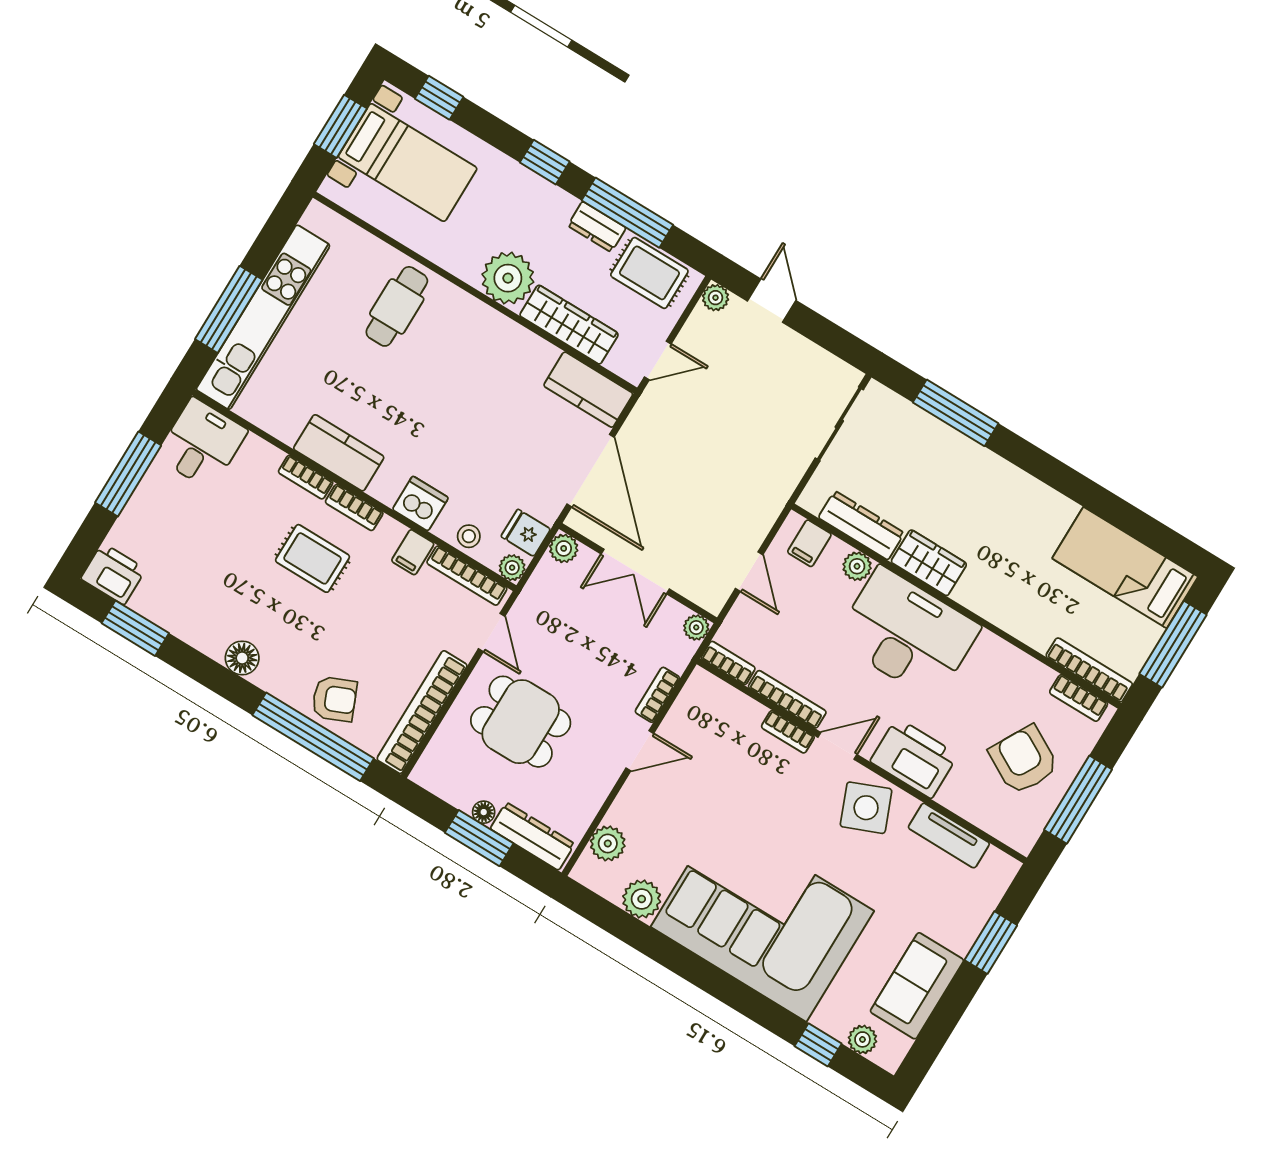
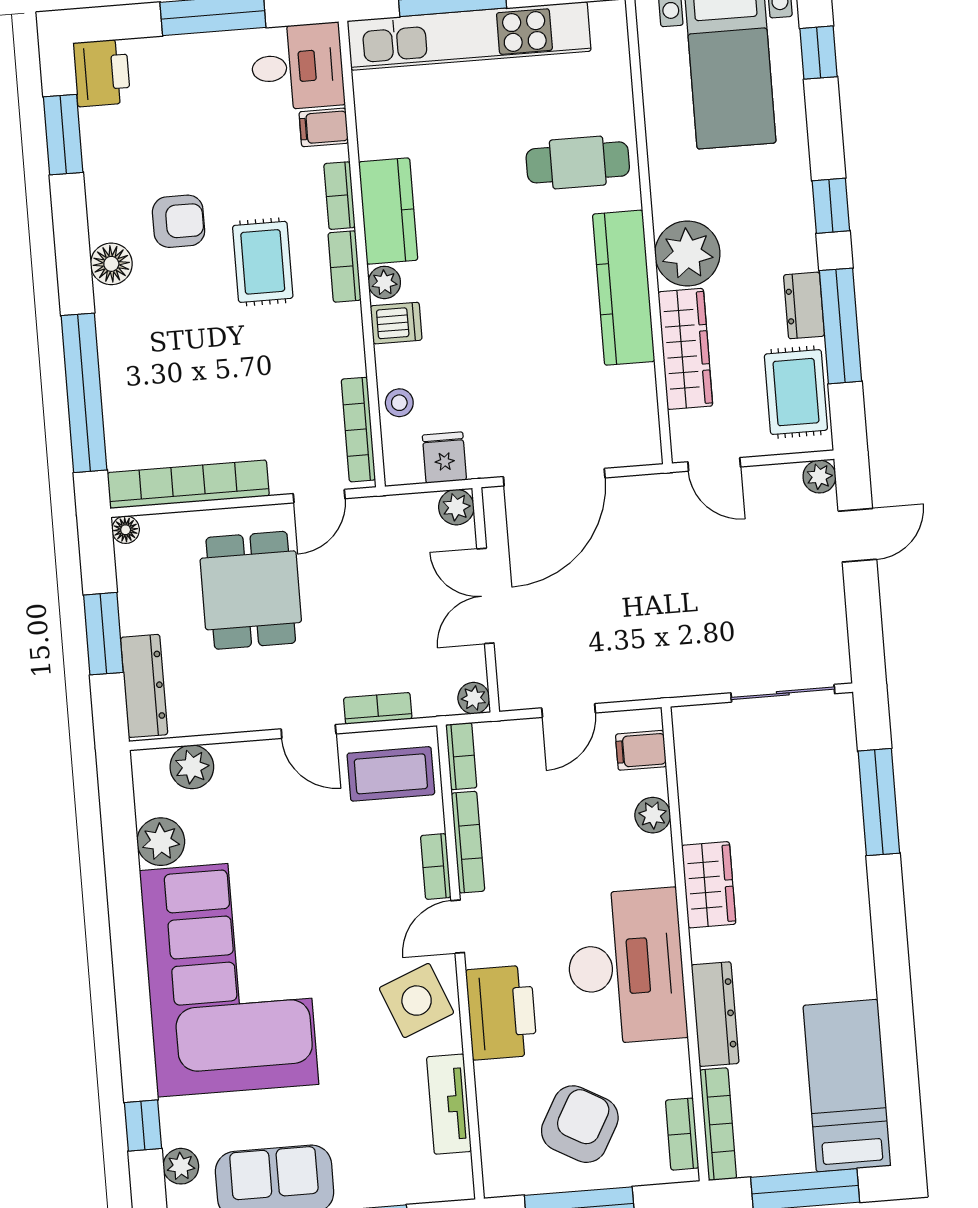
kitchen counter: (588, 390) -> (624, 288), moved, width x1.50
dishwasher: (420, 504) -> (396, 323), width x0.73
dresser: (861, 525) -> (715, 1014), moved
filing cabinet: (413, 552) -> (324, 127), moved
plant: (512, 568) -> (384, 282), moved
desk: (907, 634) -> (626, 967), moved
armchair: (334, 699) -> (179, 221), moved, turned -67
coffee table: (706, 717) -> (391, 774), added
door: (837, 746) -> (458, 927), swing flipped
floor lamp: (484, 812) -> (126, 530), moved

